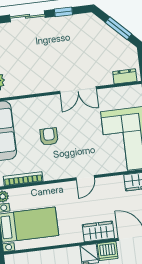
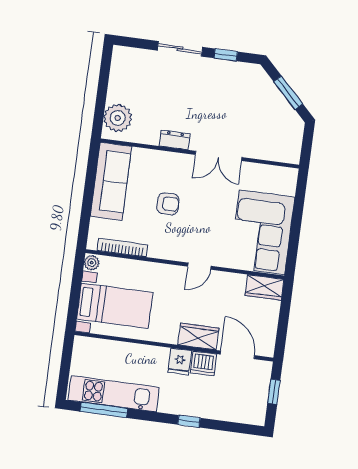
dresser: (125, 76) -> (175, 140), moved
armchair: (49, 137) -> (168, 204), turned 90

